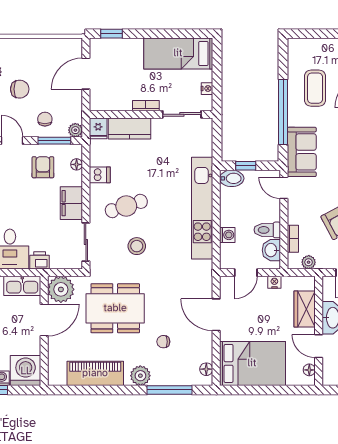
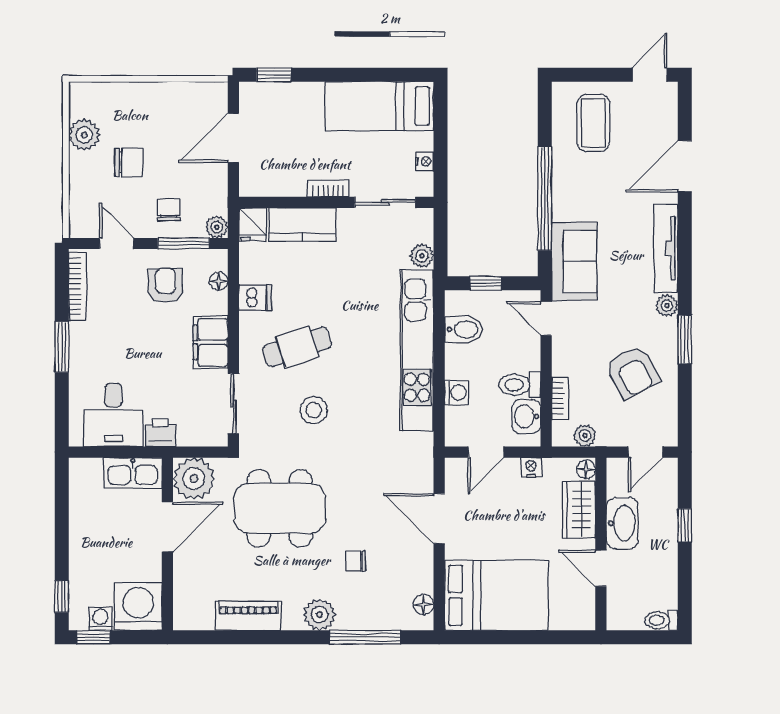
coffee table: (315, 88) -> (593, 123), moved
plant: (205, 148) -> (422, 256), added
bidet: (232, 178) -> (464, 329), moved
floor lamp: (309, 370) -> (586, 469), moved
piano: (95, 373) -> (248, 616), width x0.73, depth x0.75

